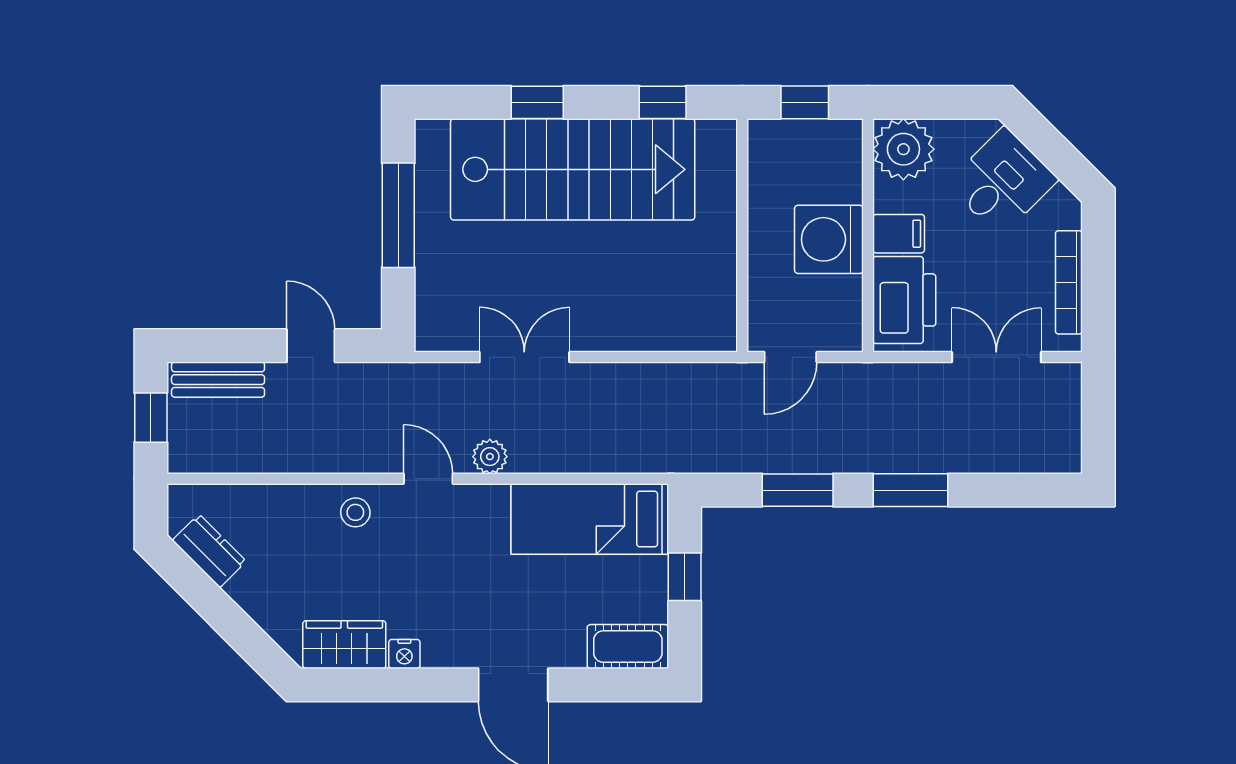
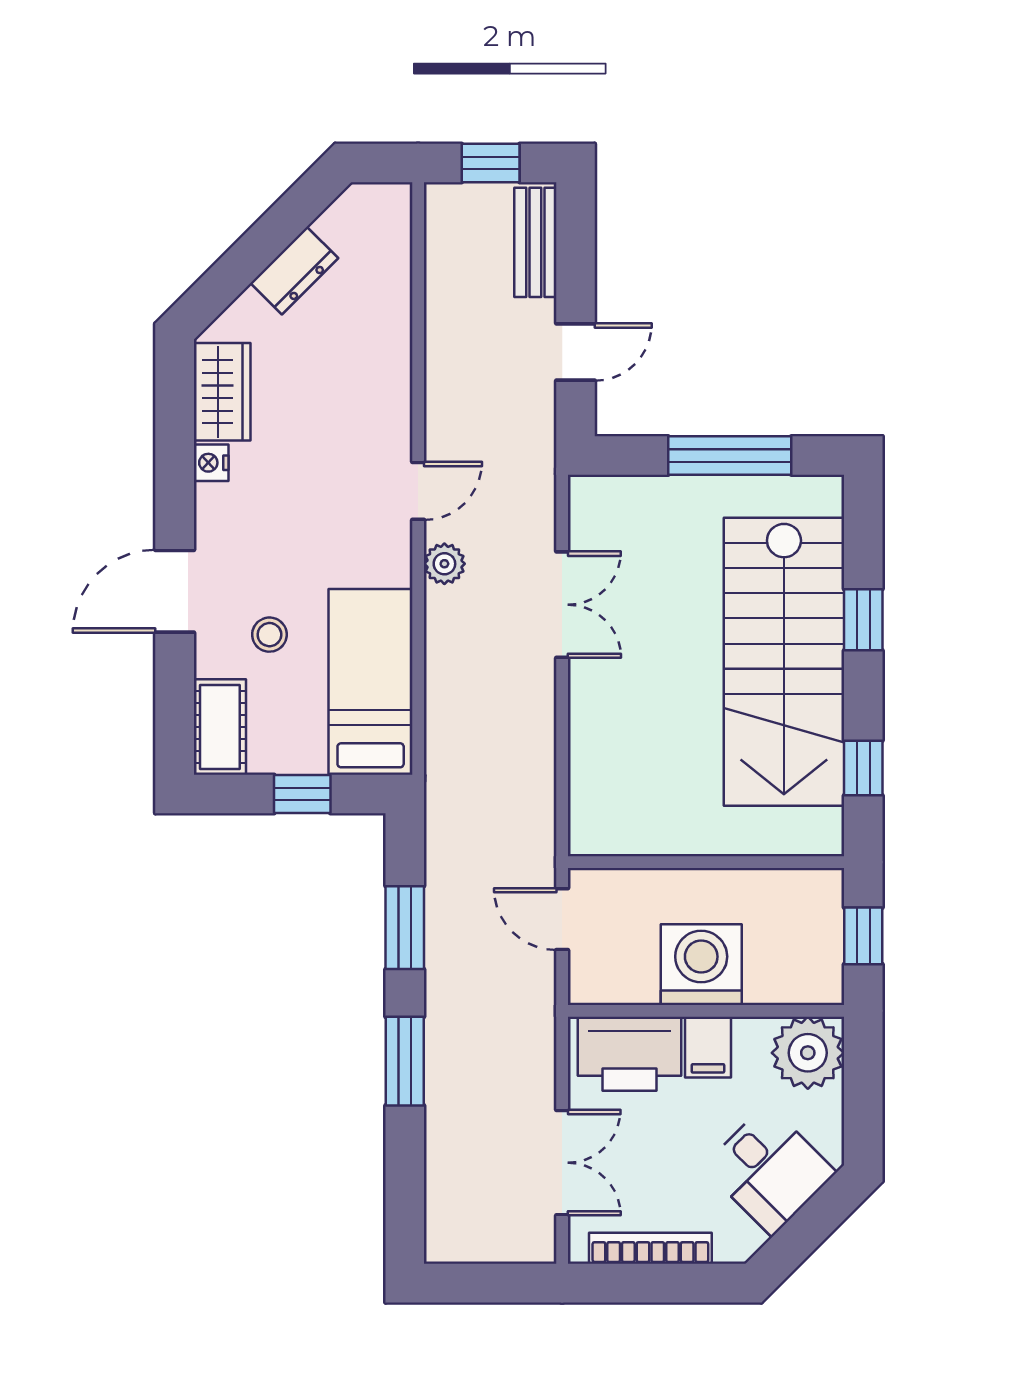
stool: (355, 512) -> (269, 635), moved
dresser: (209, 551) -> (294, 271), moved

